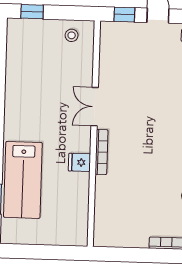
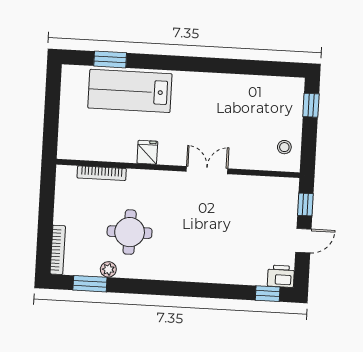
bookcase: (102, 152) -> (102, 173), moved
round table: (154, 177) -> (130, 232), added

